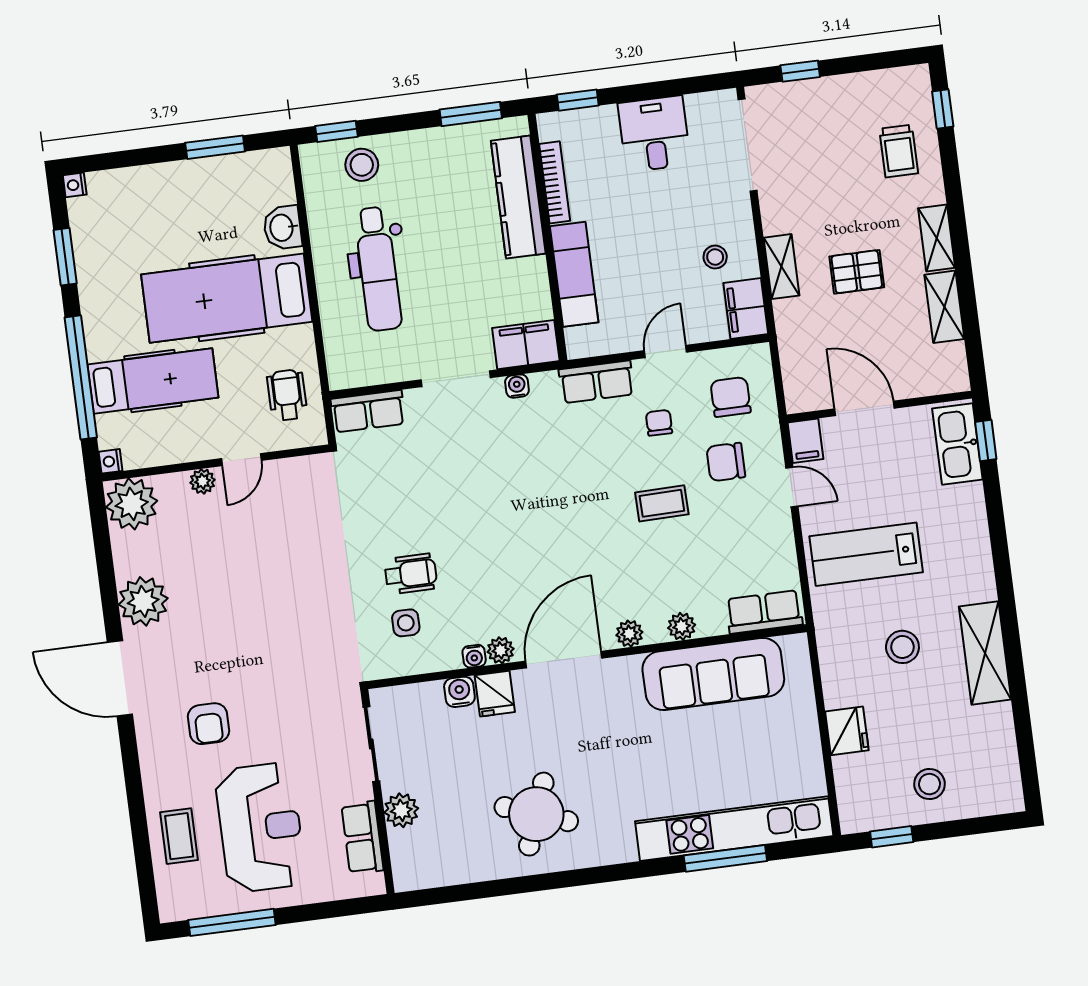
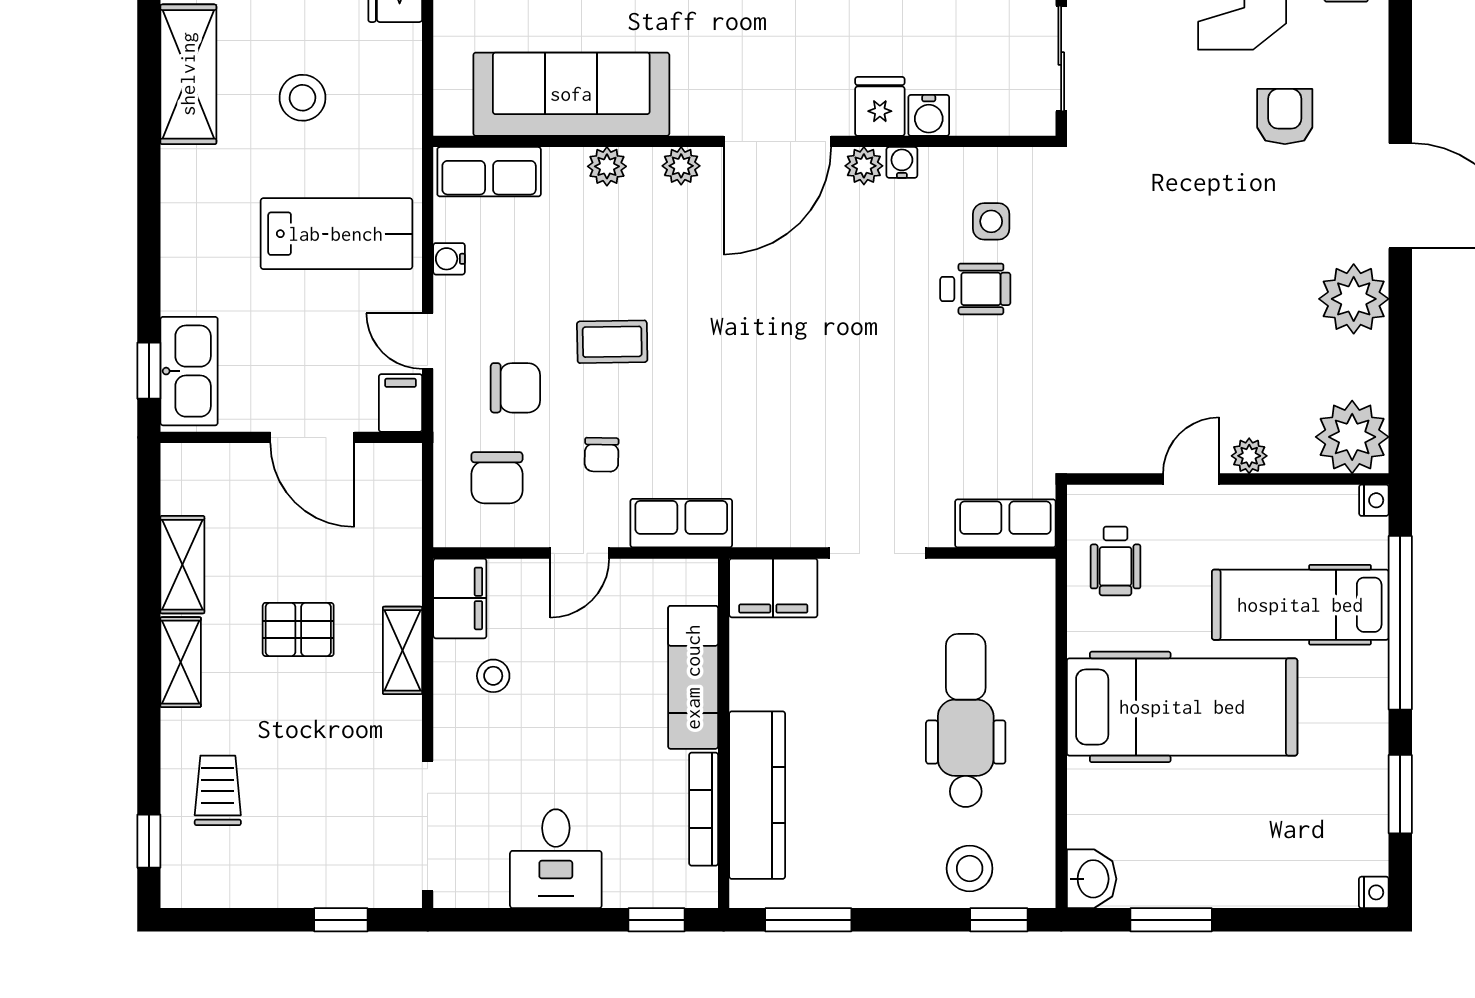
washbasin: (282, 228) -> (1092, 879), moved
water cooler: (517, 386) -> (449, 259), moved, turned 90
wheelchair: (411, 574) -> (975, 289), turned 180

